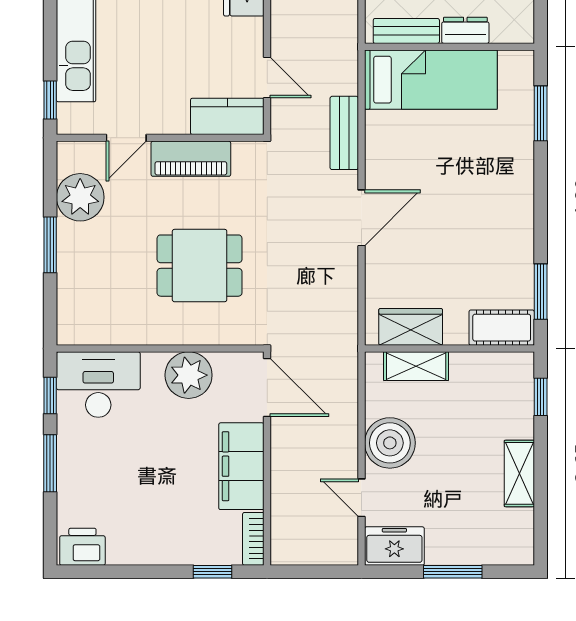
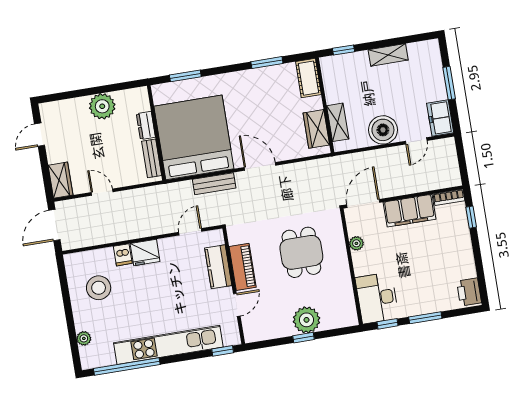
bed: (431, 80) -> (194, 137), width x2.04
kitchen counter: (227, 116) -> (218, 267), moved
door: (126, 138) -> (237, 305), hinge flipped
plant: (80, 197) -> (306, 320), moved
window: (50, 245) -> (303, 338), width x0.67
window: (541, 292) -> (267, 63), moved
plant: (189, 375) -> (356, 243), width x0.53, depth x0.53

